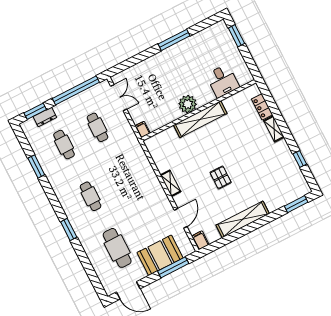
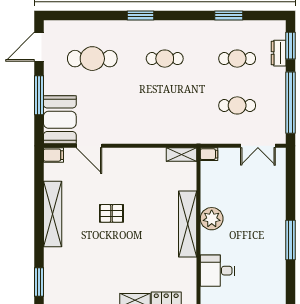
shelving: (171, 183) -> (182, 155), moved
booth: (160, 255) -> (60, 120), moved
window: (173, 267) -> (39, 95), moved

